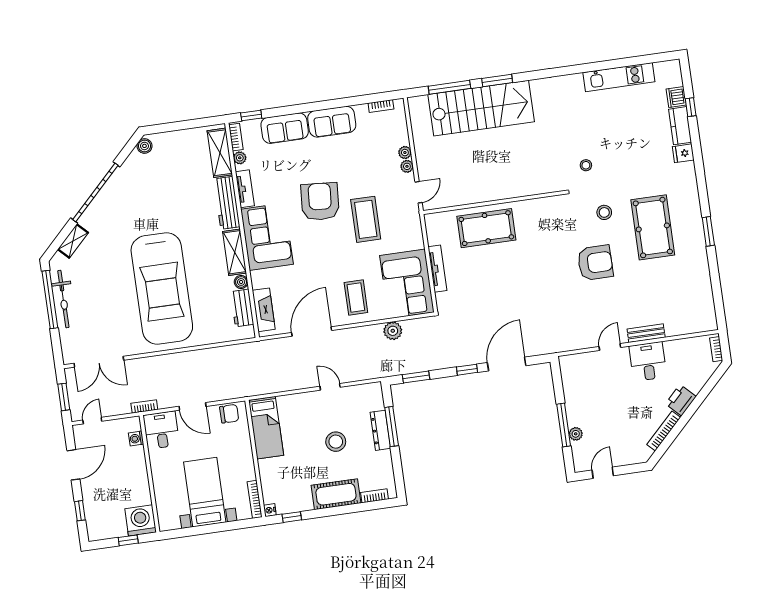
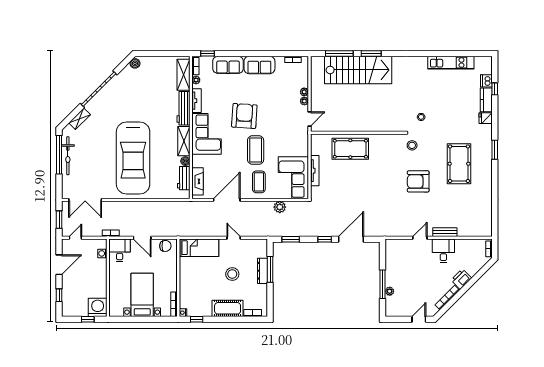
stool: (604, 212) -> (412, 145), moved
coffee table: (366, 219) -> (256, 150), moved
window: (708, 231) -> (495, 150), moved
armchair: (595, 263) -> (418, 181), turned 180
bed: (266, 428) -> (199, 248), moved, turned -90
door: (603, 473) -> (419, 319), moved

